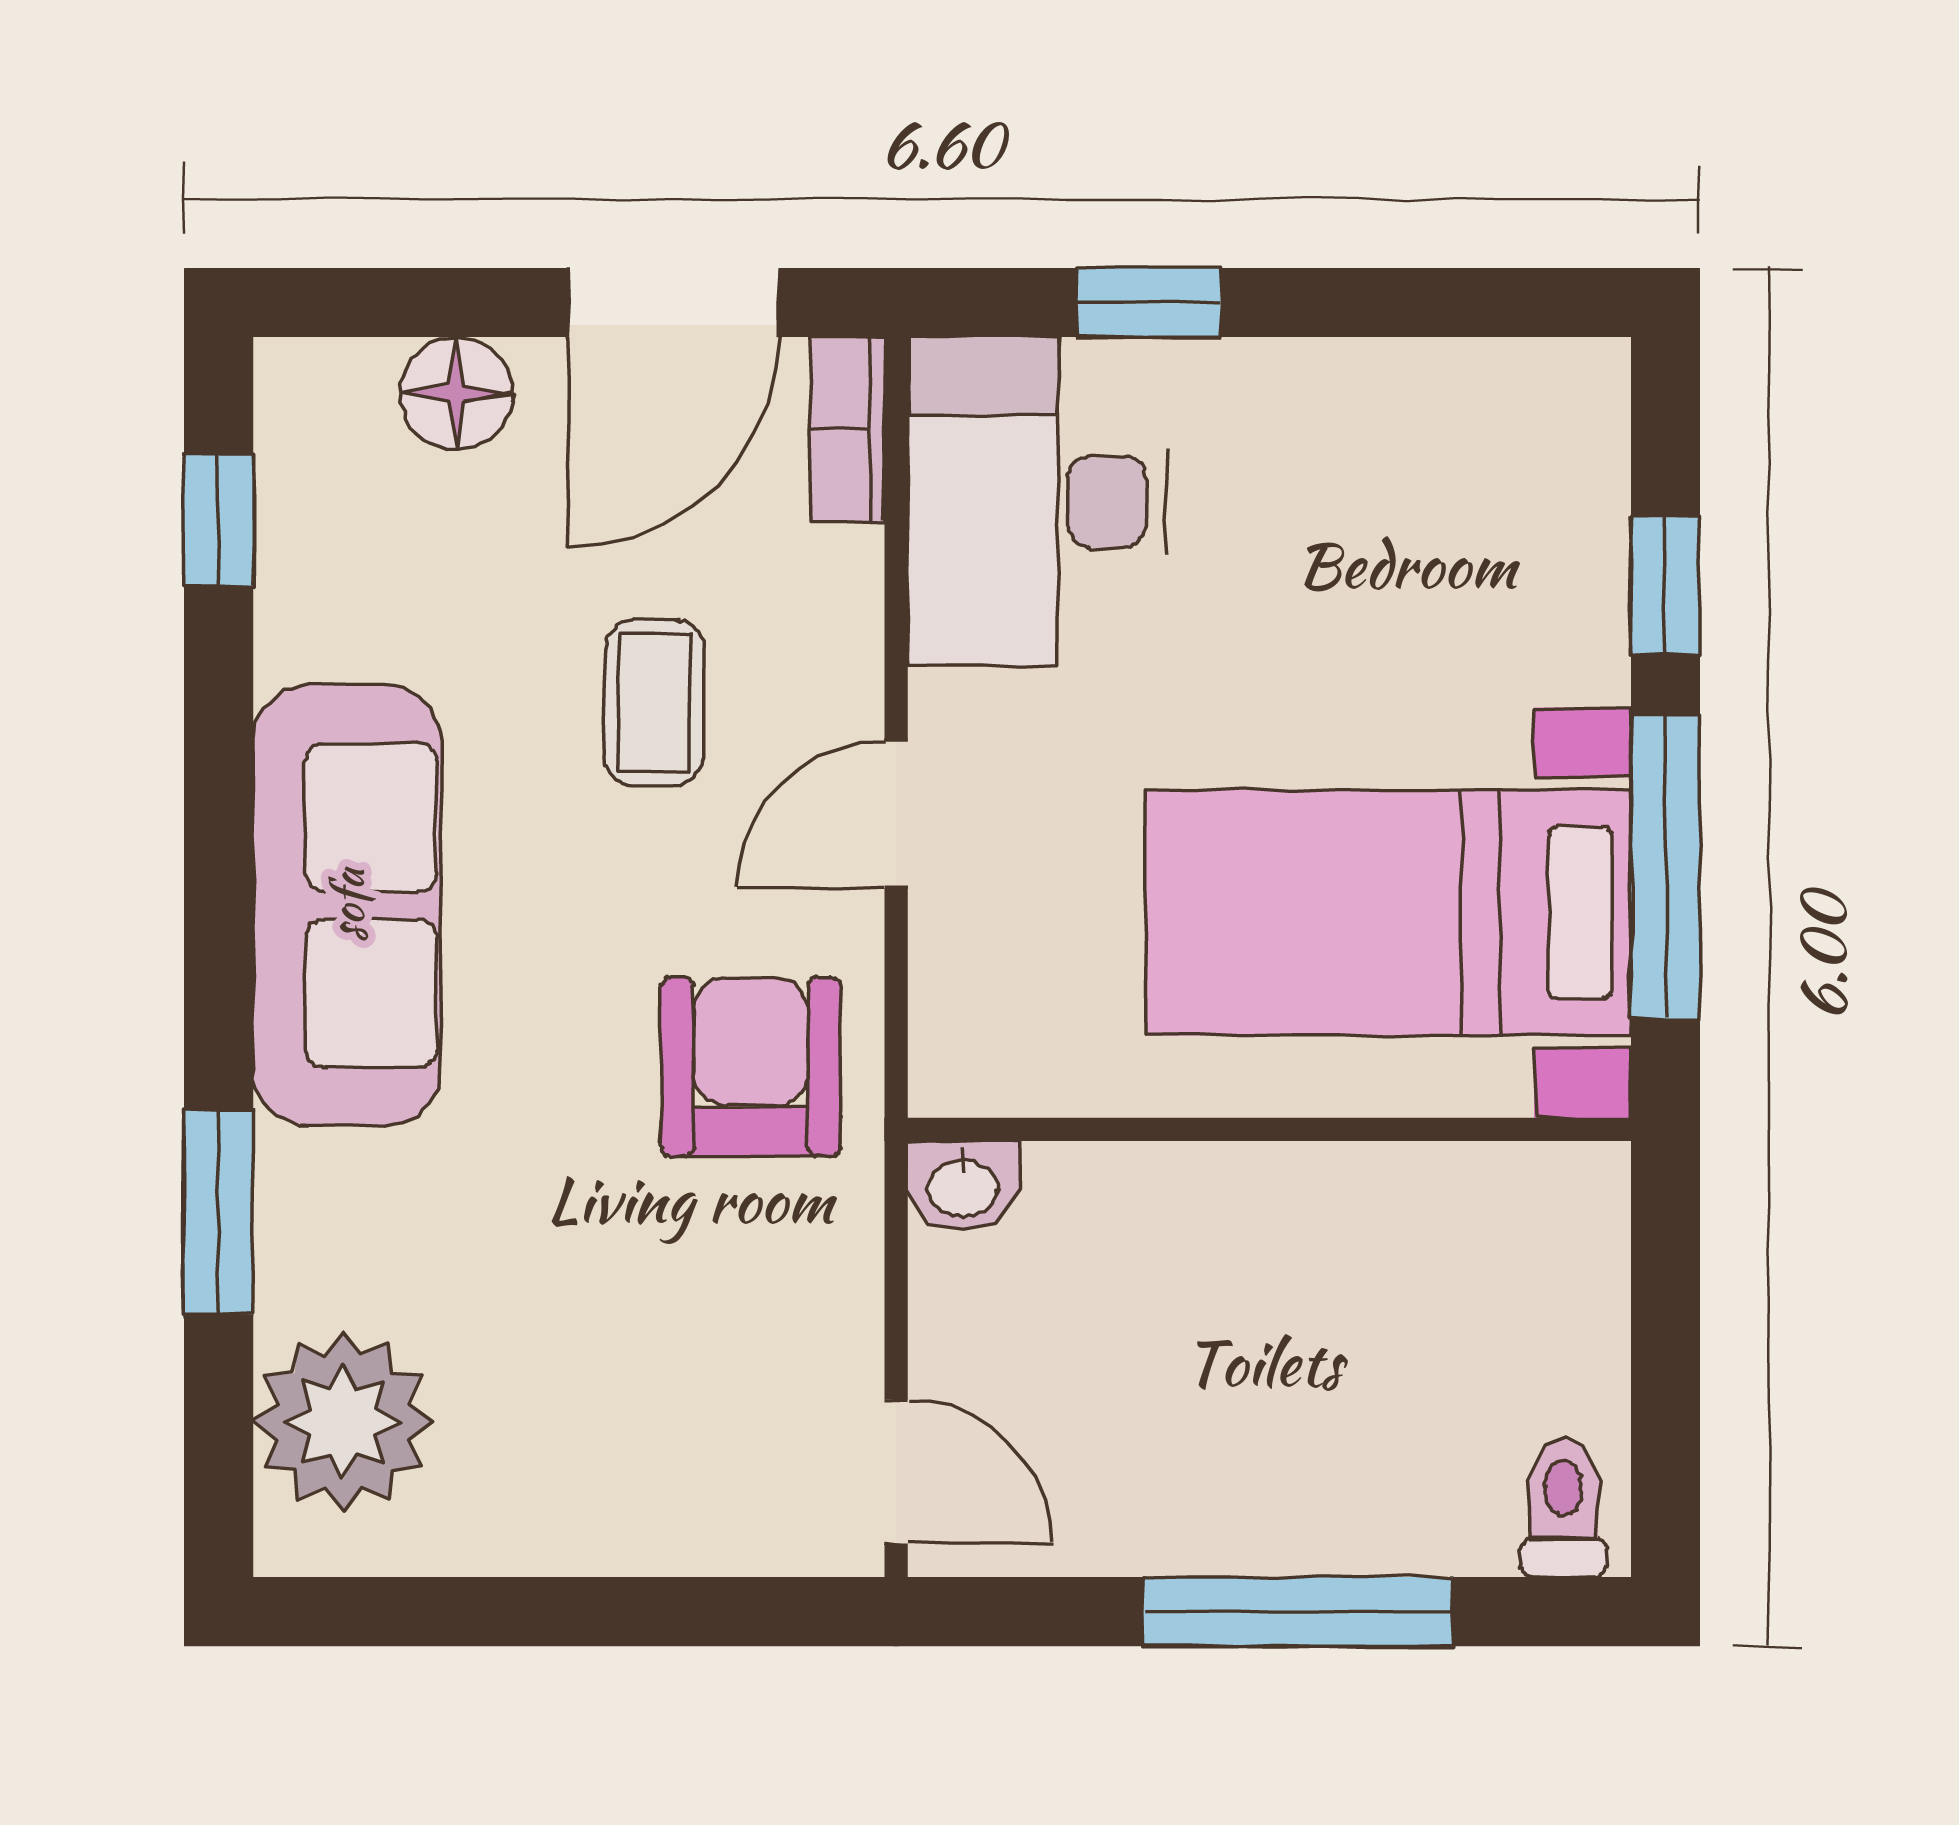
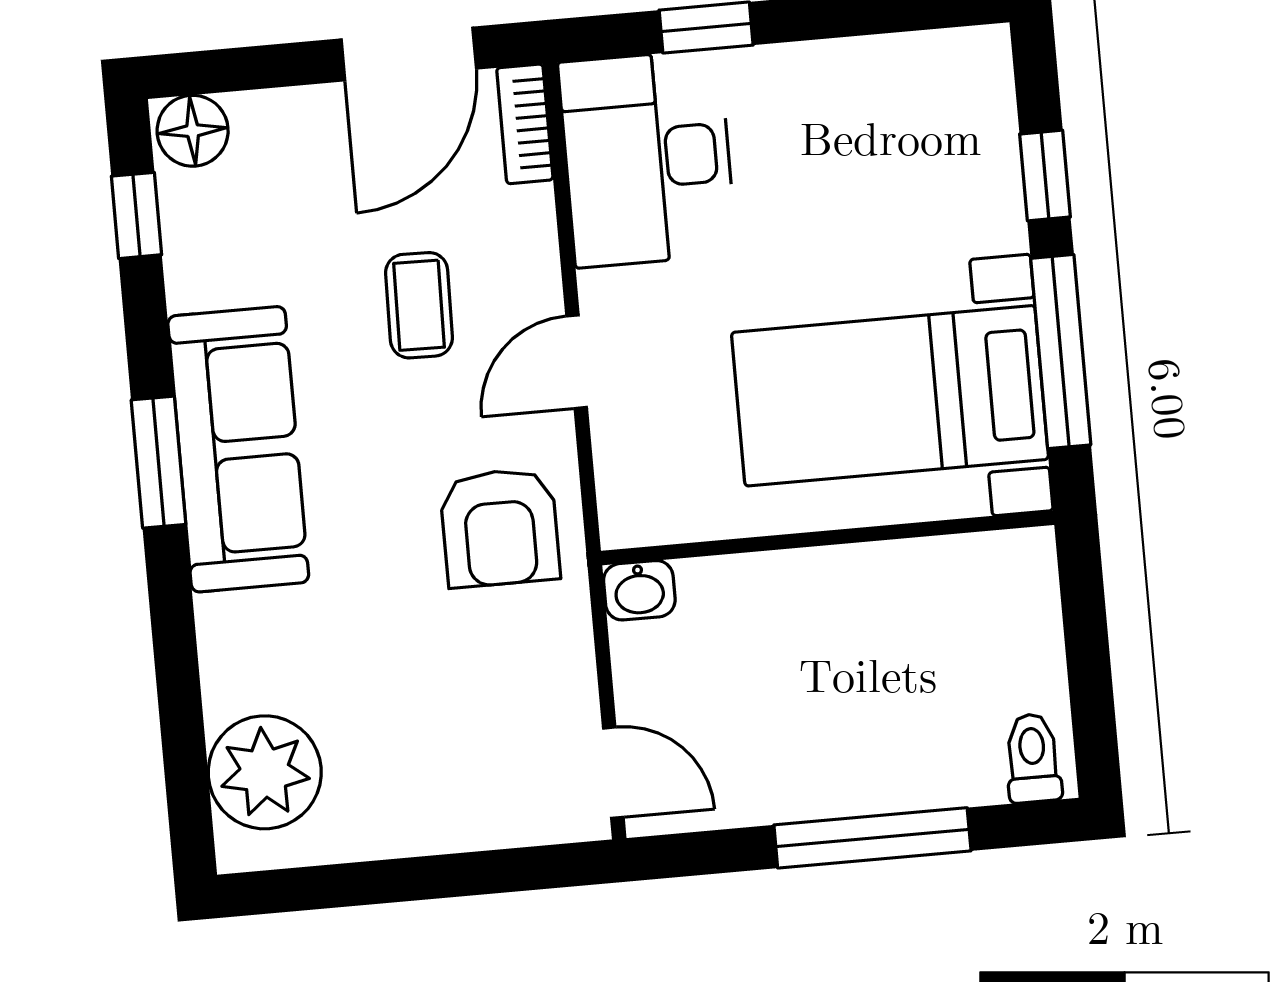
floor lamp: (456, 393) -> (193, 131), moved
armchair: (751, 1067) -> (500, 528), turned 180
window: (219, 1212) -> (159, 462), moved

